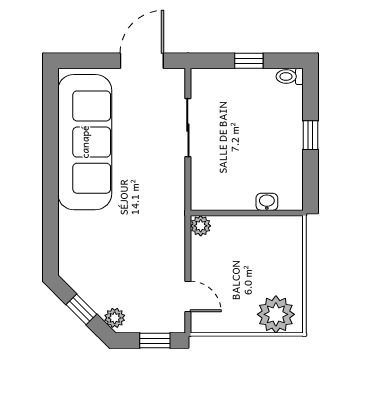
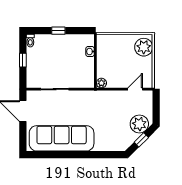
plant: (115, 318) -> (139, 124), width x1.88, depth x1.88
window: (155, 341) -> (156, 105), removed

